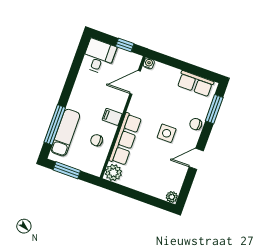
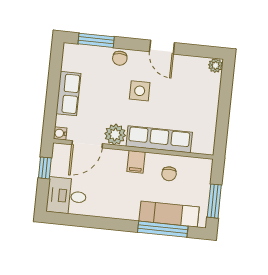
door: (135, 82) -> (87, 144), hinge flipped
row of seats: (195, 84) -> (68, 94), moved
plant: (113, 173) -> (115, 135), moved

